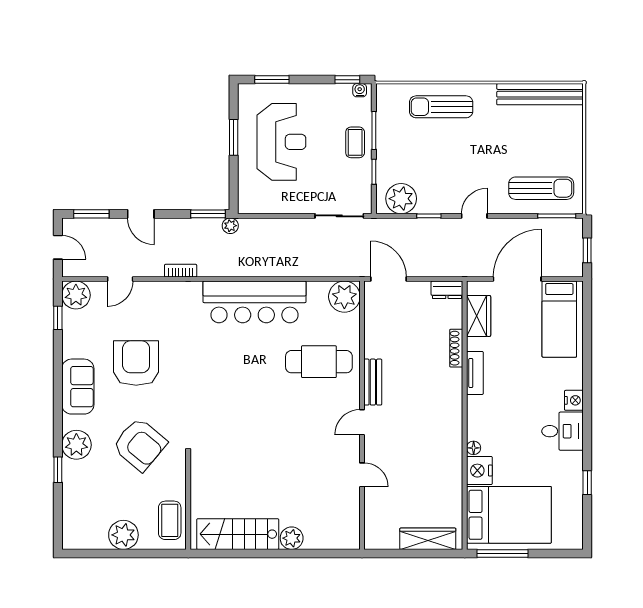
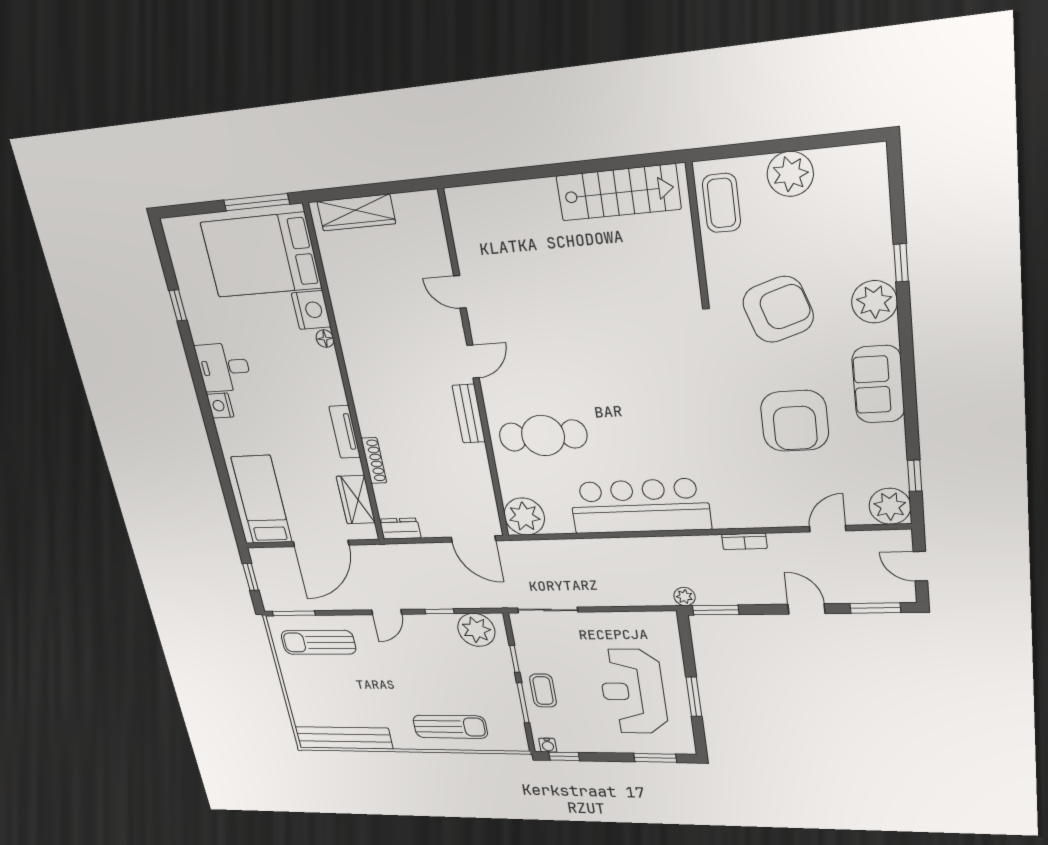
armchair: (140, 444) -> (778, 309), turned 122
plant: (292, 538) -> (540, 194), removed

